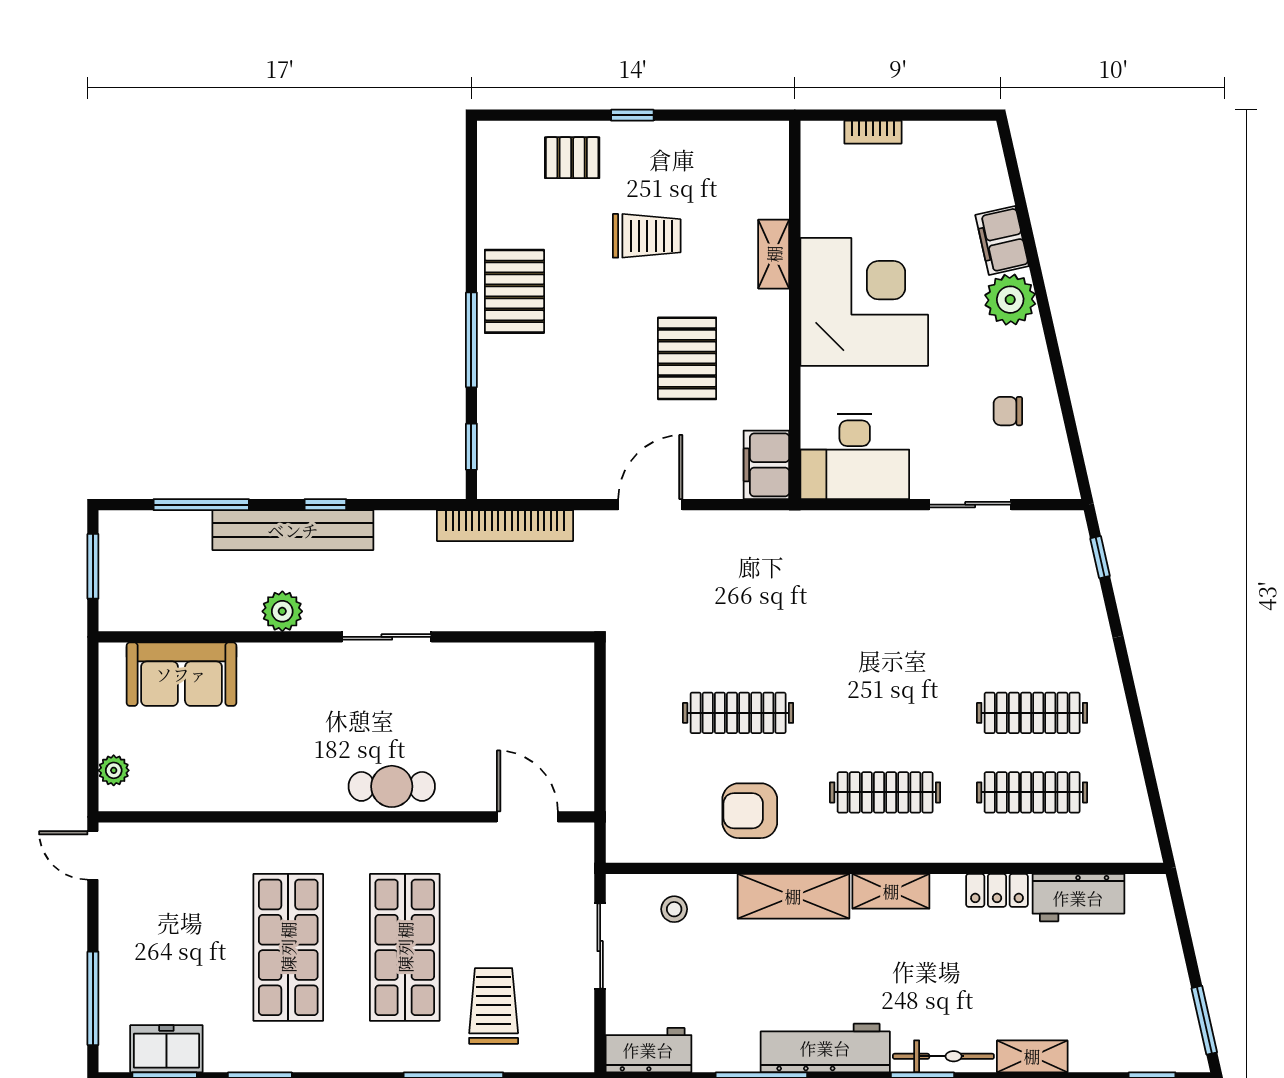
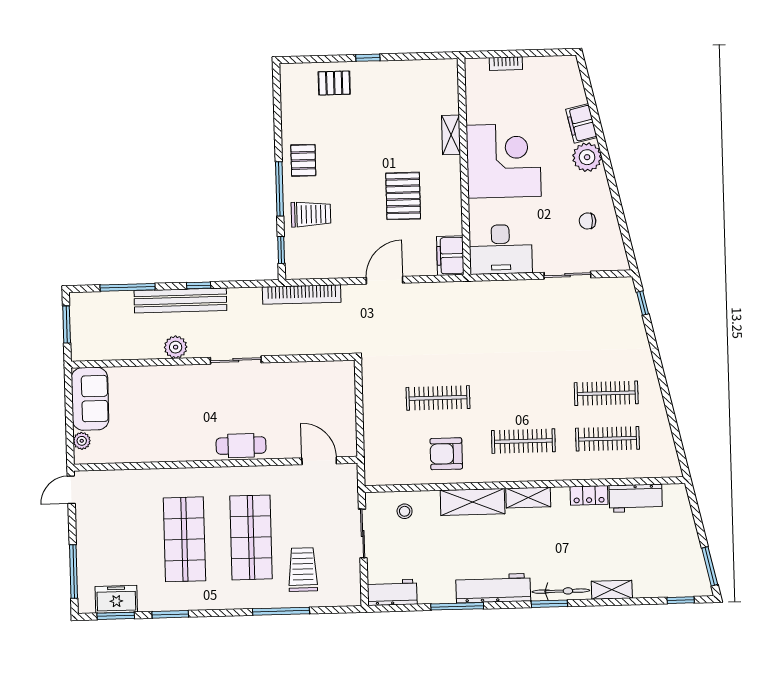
trolley: (647, 236) -> (311, 214), moved
pallet: (514, 291) -> (303, 160), width x0.67, depth x0.71
sofa: (181, 674) -> (90, 399), moved, turned -90
door: (93, 855) -> (71, 490), hinge flipped

